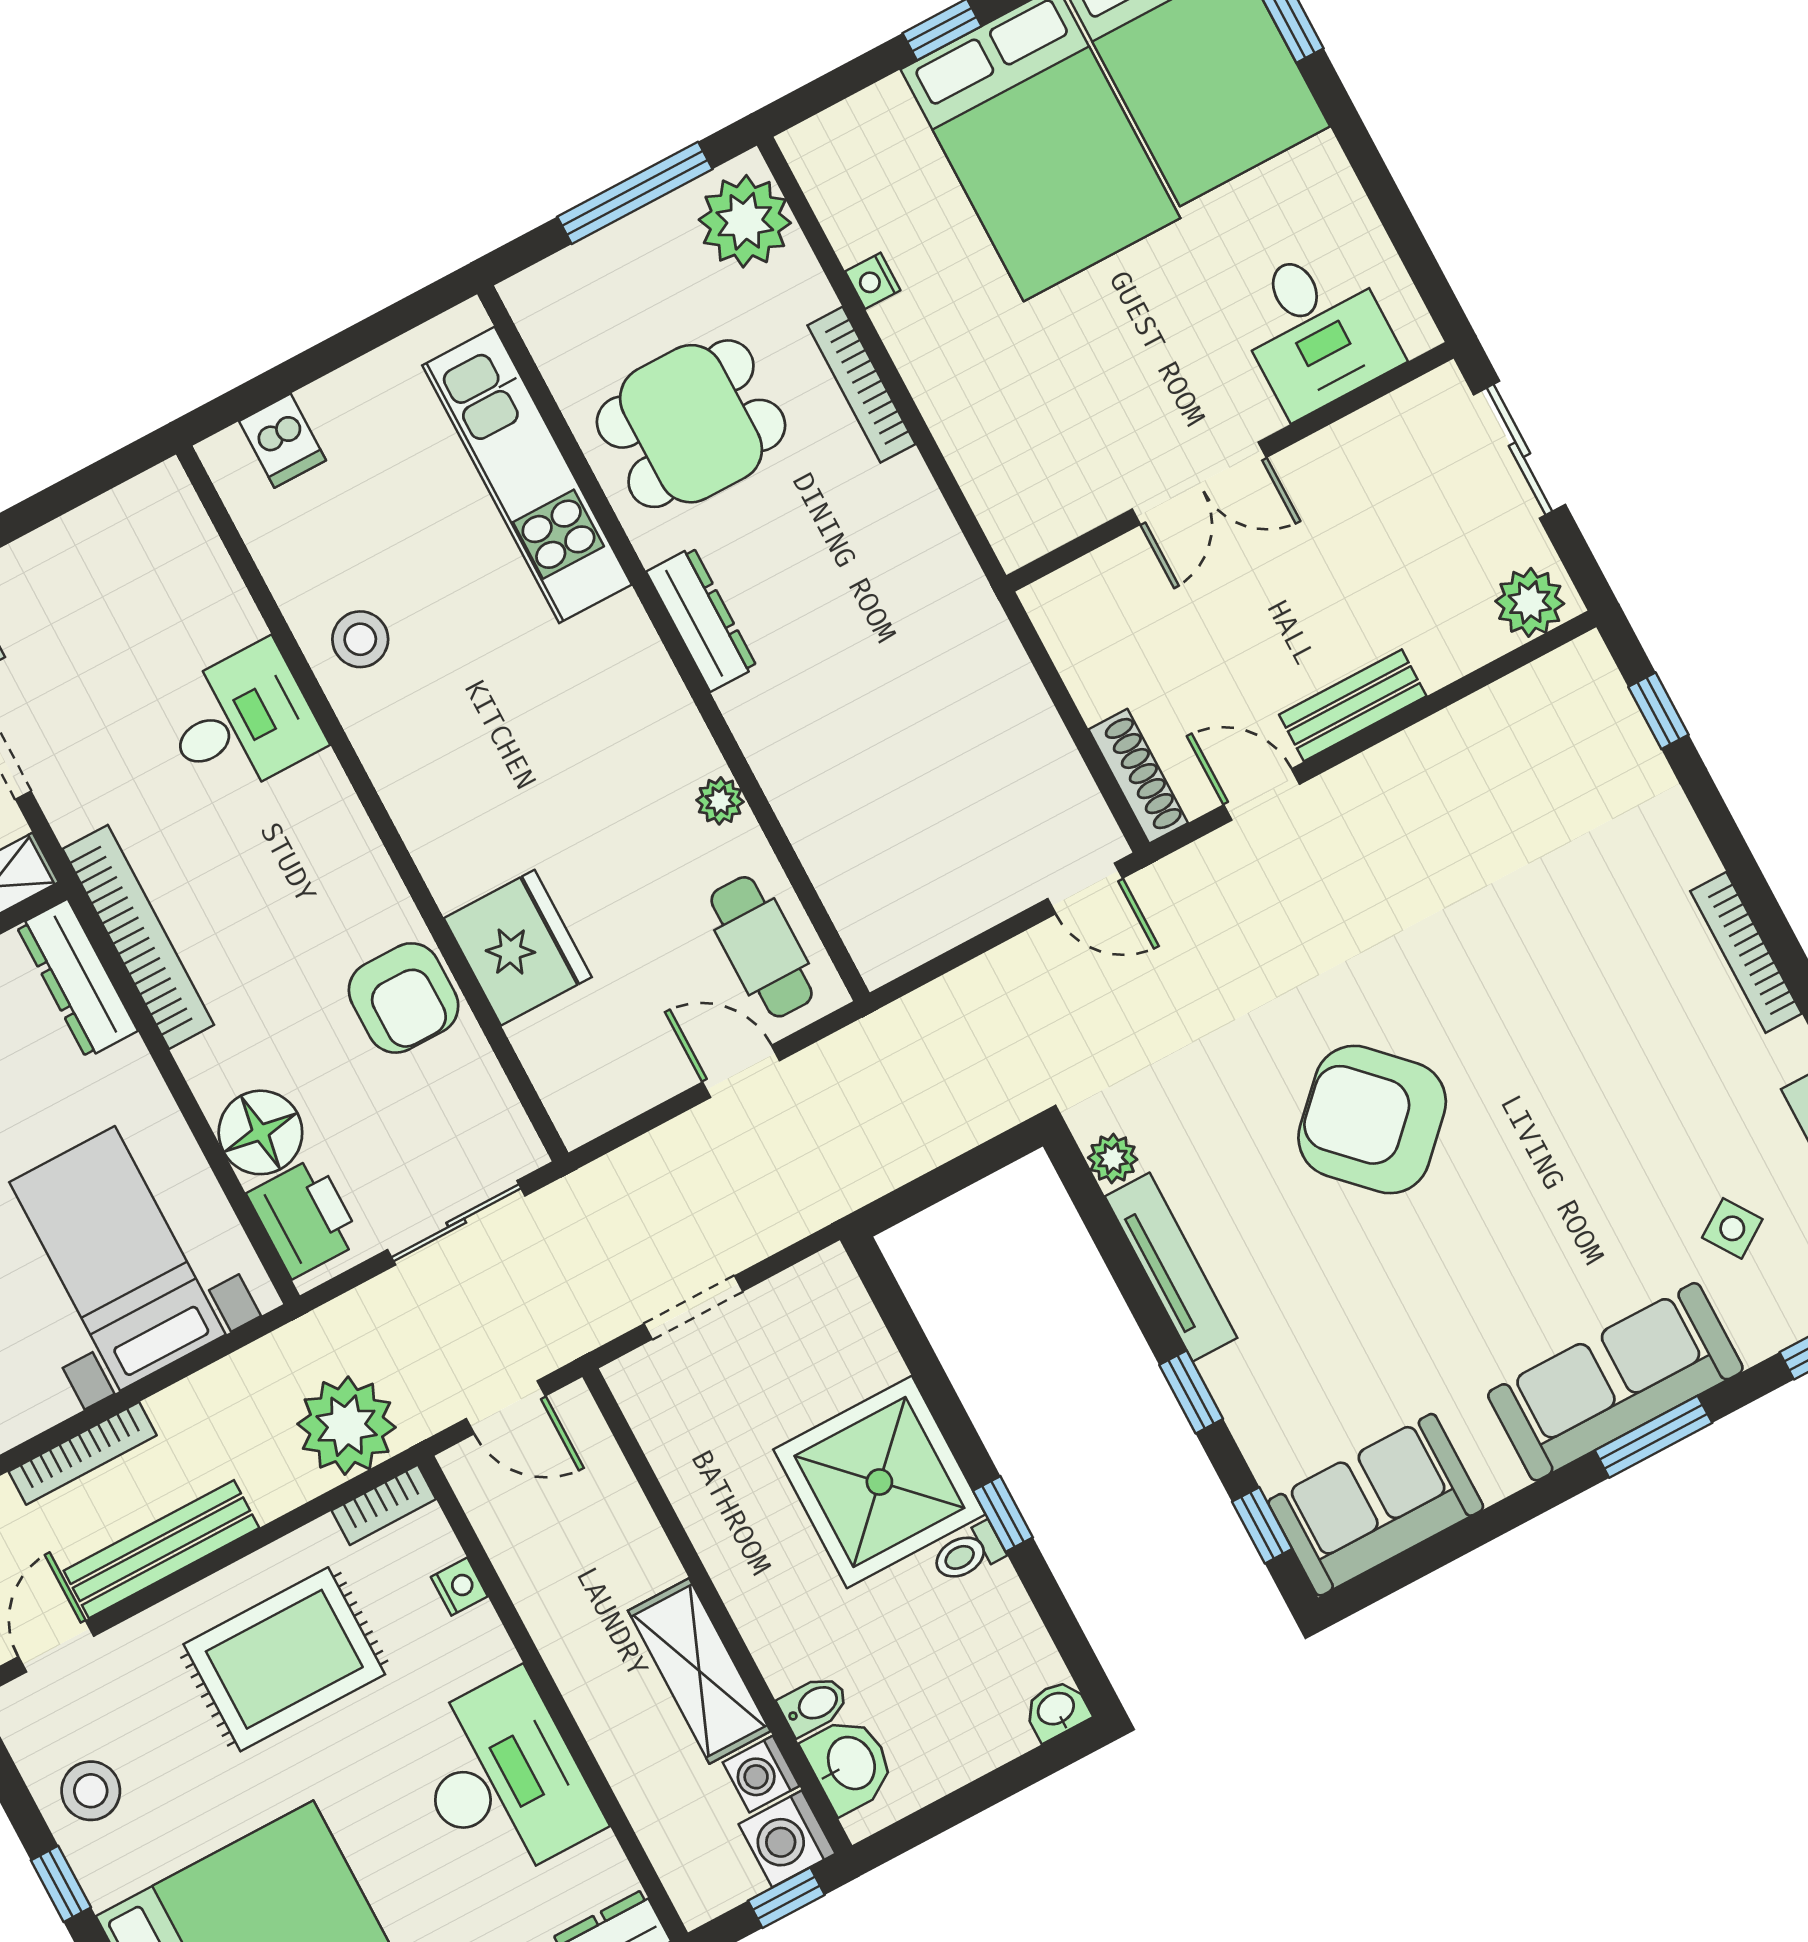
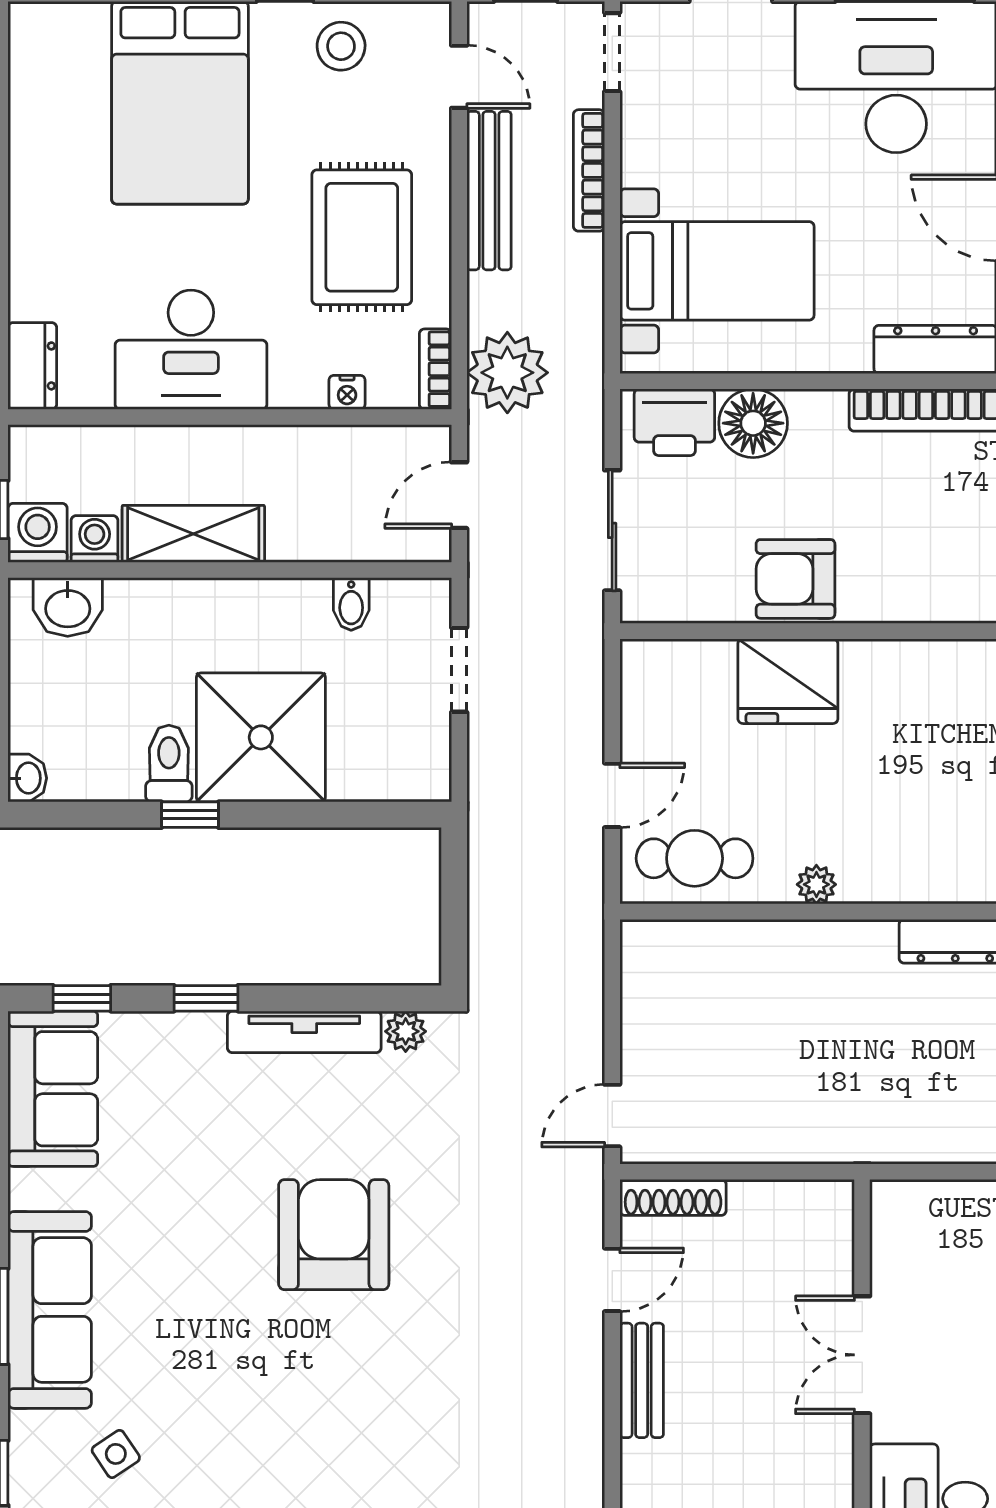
armchair: (1372, 1120) -> (334, 1235), turned -45
toilet: (968, 1553) -> (169, 764), width x1.37, depth x1.39
bidet: (814, 1705) -> (351, 604), moved

